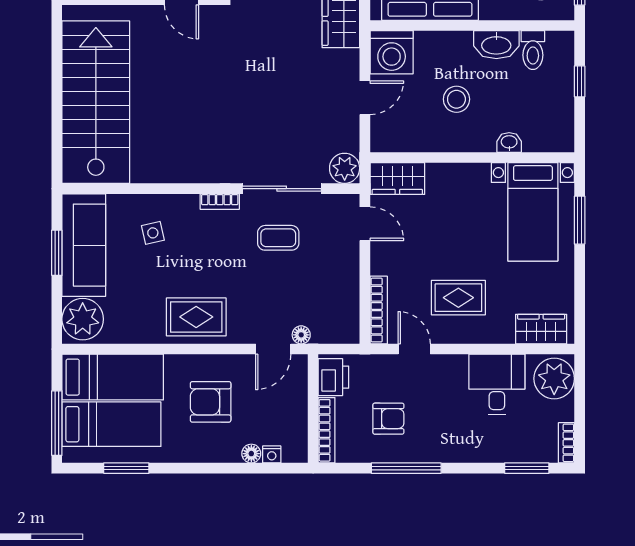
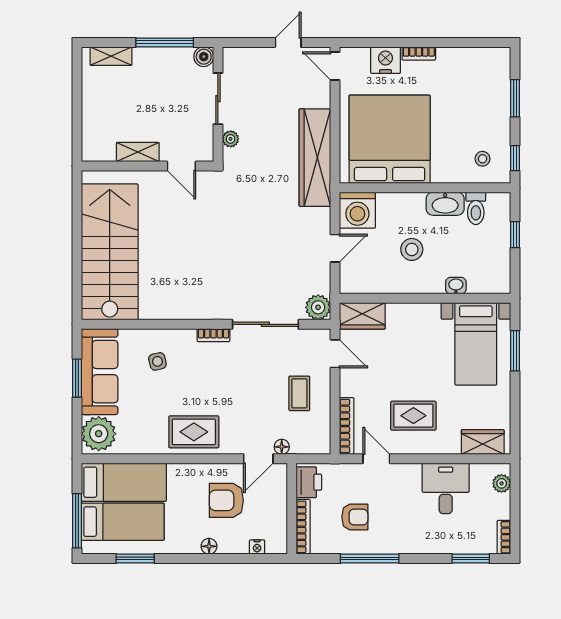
coffee table: (278, 238) -> (299, 393), moved, turned 90
plant: (554, 379) -> (502, 483), width x0.53, depth x0.53
armchair: (211, 402) -> (226, 500), moved
floor lamp: (251, 454) -> (209, 546), moved

